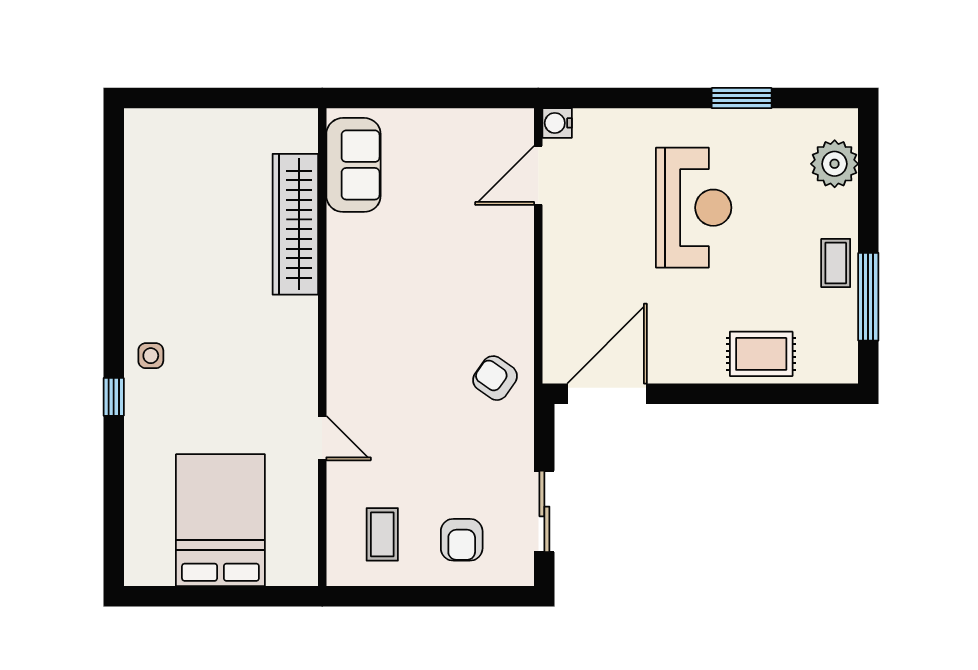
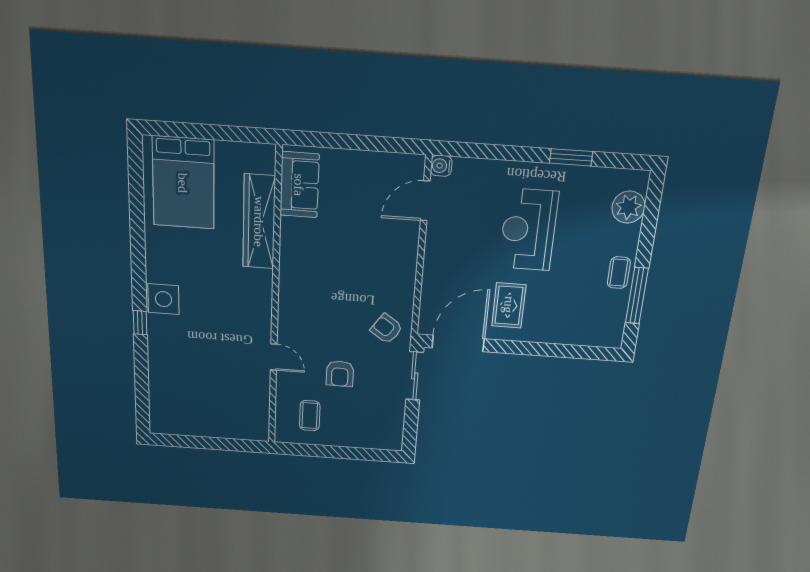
reception desk: (694, 208) -> (528, 230), turned 180
rug: (761, 354) -> (509, 305), moved, turned 90
side table: (151, 356) -> (163, 299), width x1.87, depth x1.87
sliding door: (544, 511) -> (415, 376), moved
bed: (220, 520) -> (183, 183), moved, turned 180
armchair: (462, 540) -> (340, 374), moved

